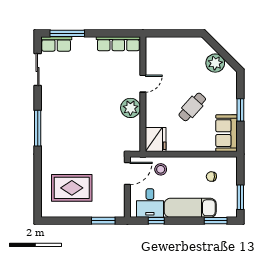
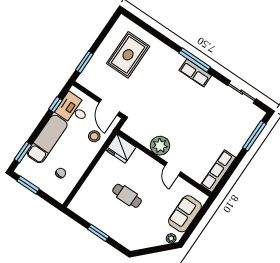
row of seats: (56, 44) -> (195, 73), moved, turned -90
plant: (215, 63) -> (171, 238), moved, width x0.53, depth x0.53
cafe table: (192, 107) -> (127, 196), turned -42
sofa: (227, 133) -> (185, 214), moved, turned -90

